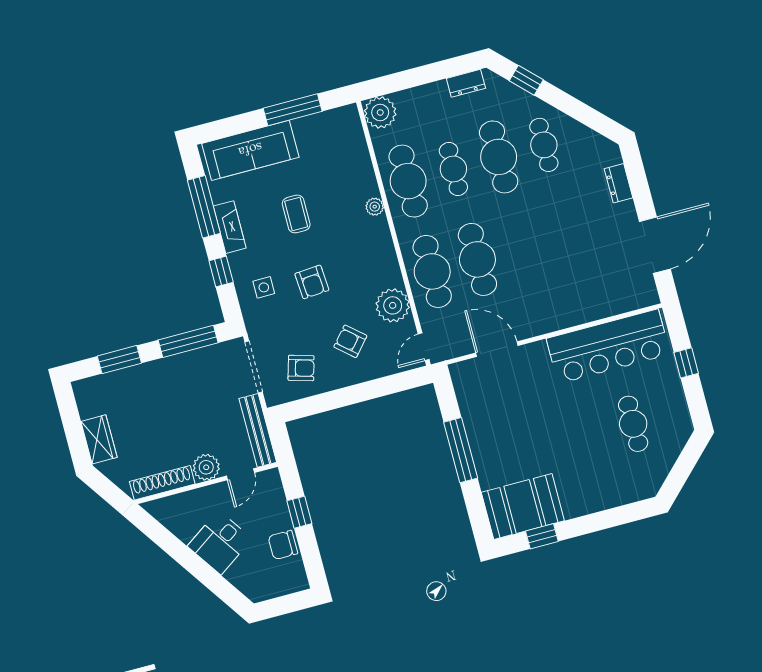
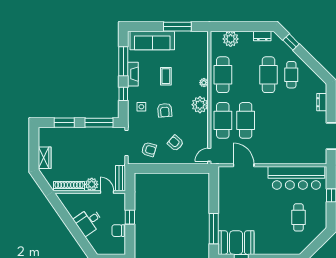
plant: (380, 112) -> (231, 39), moved
cafe table: (453, 169) -> (246, 75), removed
plant: (393, 305) -> (200, 105), moved
bench: (258, 430) -> (121, 178), width x0.73
window: (461, 450) -> (214, 229), moved
door: (240, 474) -> (107, 192), swing flipped

